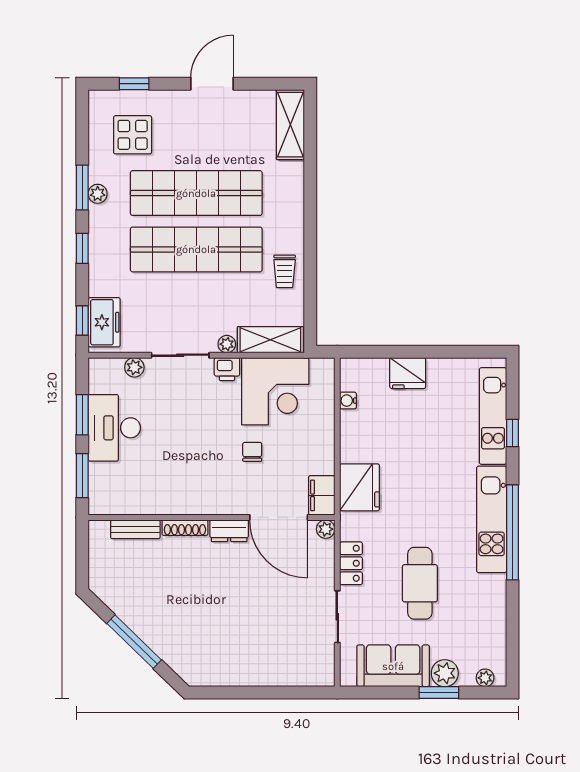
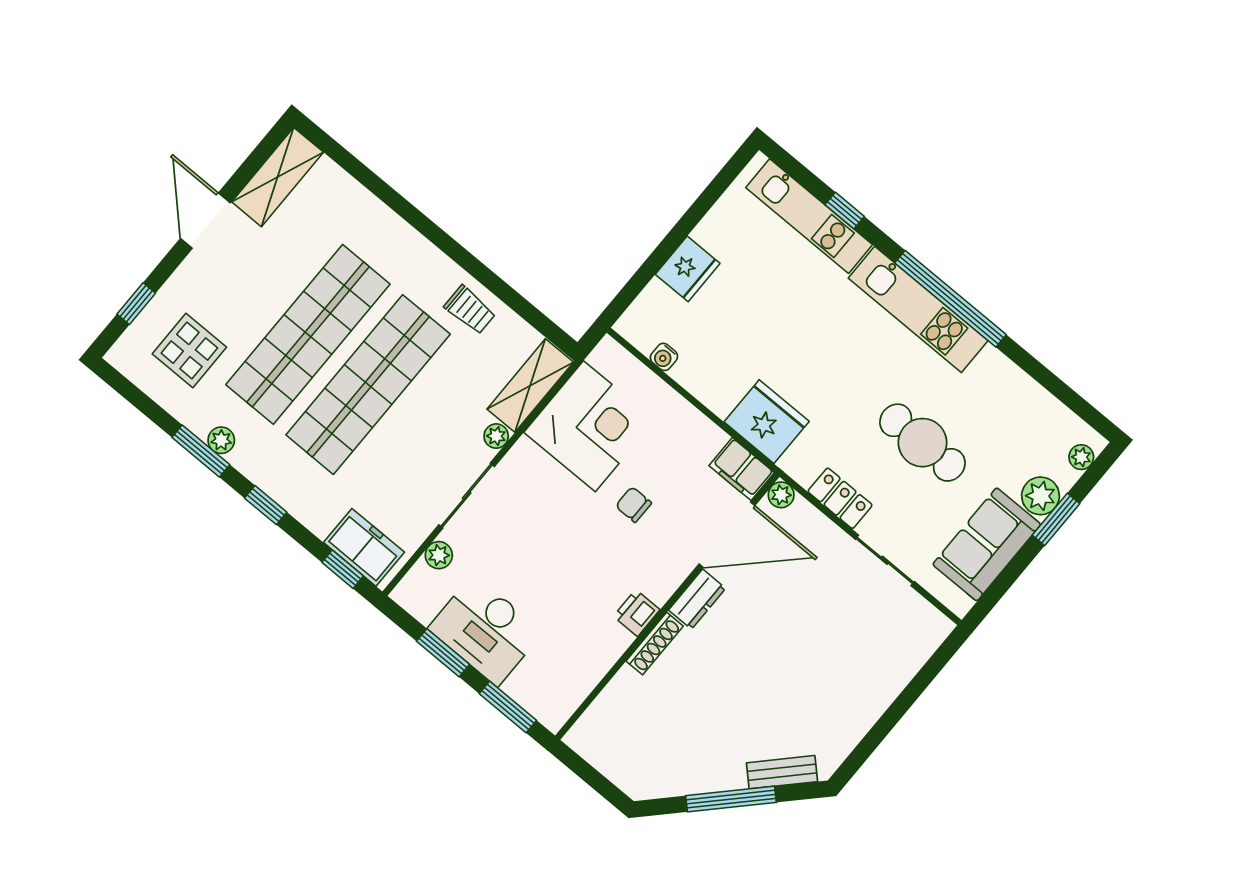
shelving: (290, 125) -> (278, 177), moved, turned 90
printer: (227, 369) -> (637, 613), moved, turned 180
bench: (135, 529) -> (782, 772), moved, turned 44

